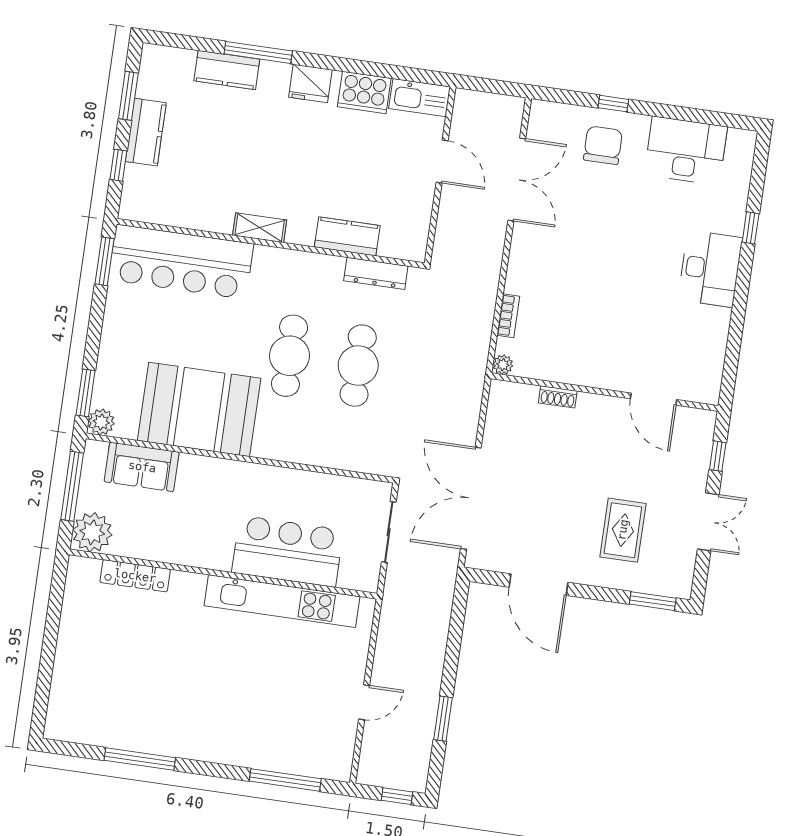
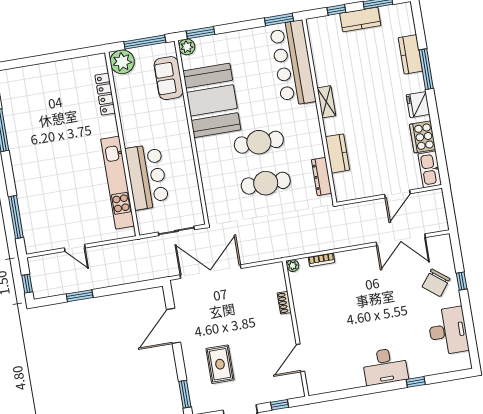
chair: (603, 145) -> (436, 283), turned 128
rug: (623, 530) -> (220, 364), turned 90

